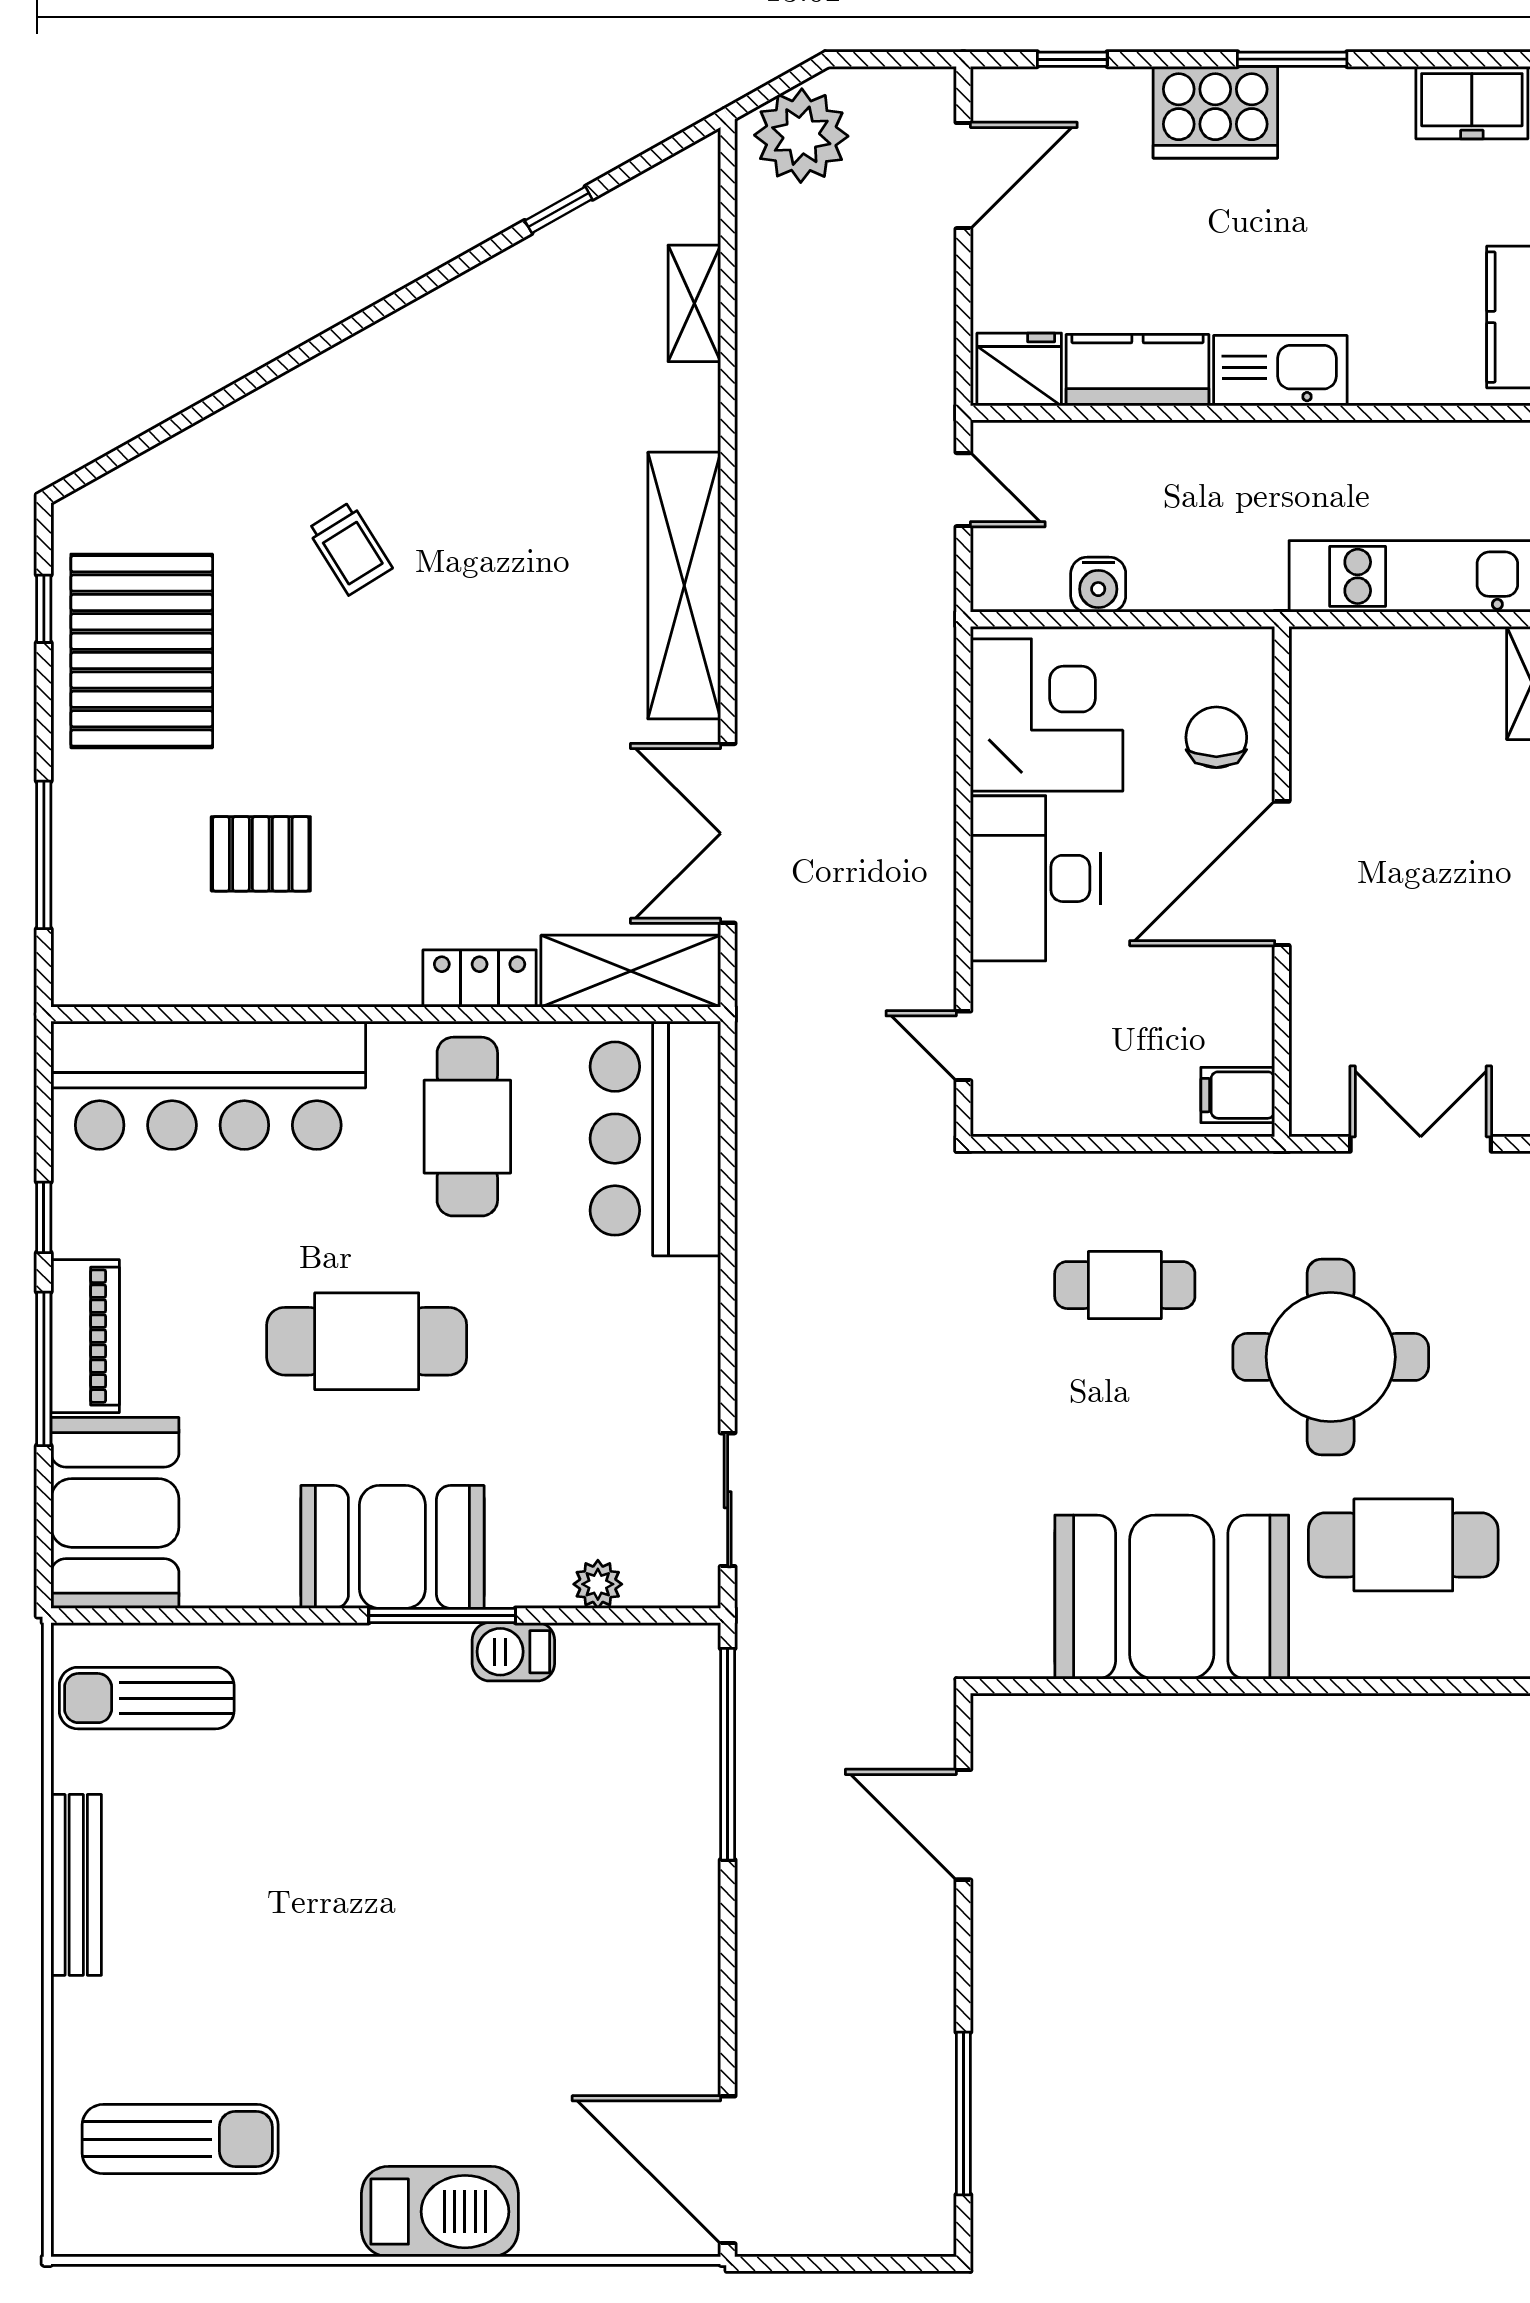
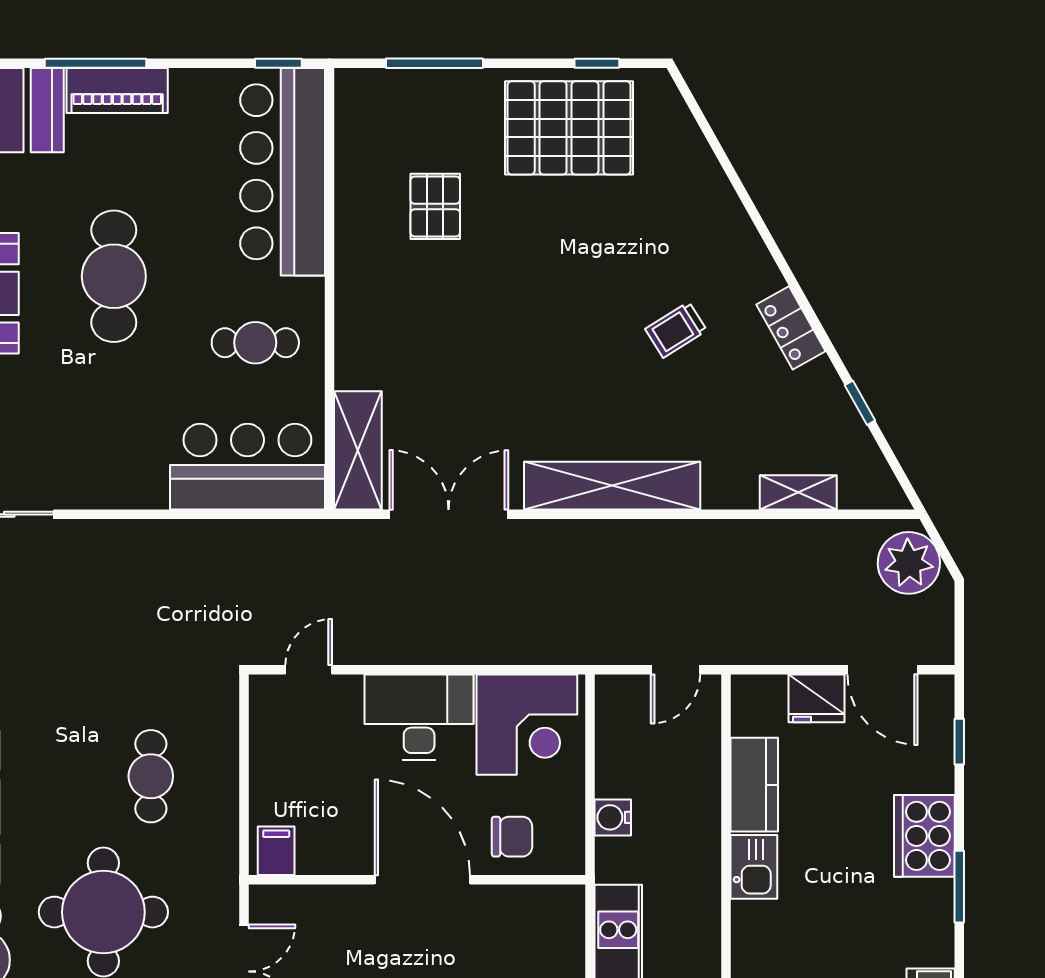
fridge: (1019, 369) -> (817, 698), moved, turned 90
kitchen sink: (1280, 371) -> (754, 867), width x0.73
trolley: (350, 548) -> (676, 330), moved
water cooler: (1098, 585) -> (613, 817), moved
locker: (480, 978) -> (791, 328), moved, turned 151
cafe table: (467, 1127) -> (255, 343), width x0.73, depth x0.74
window: (44, 1217) -> (278, 63), moved

